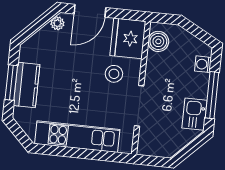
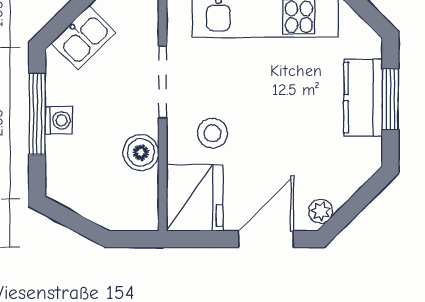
boiler: (158, 41) -> (141, 152), moved
washing machine: (203, 64) -> (59, 120), moved
kitchen sink: (194, 114) -> (84, 38), moved, turned 45

